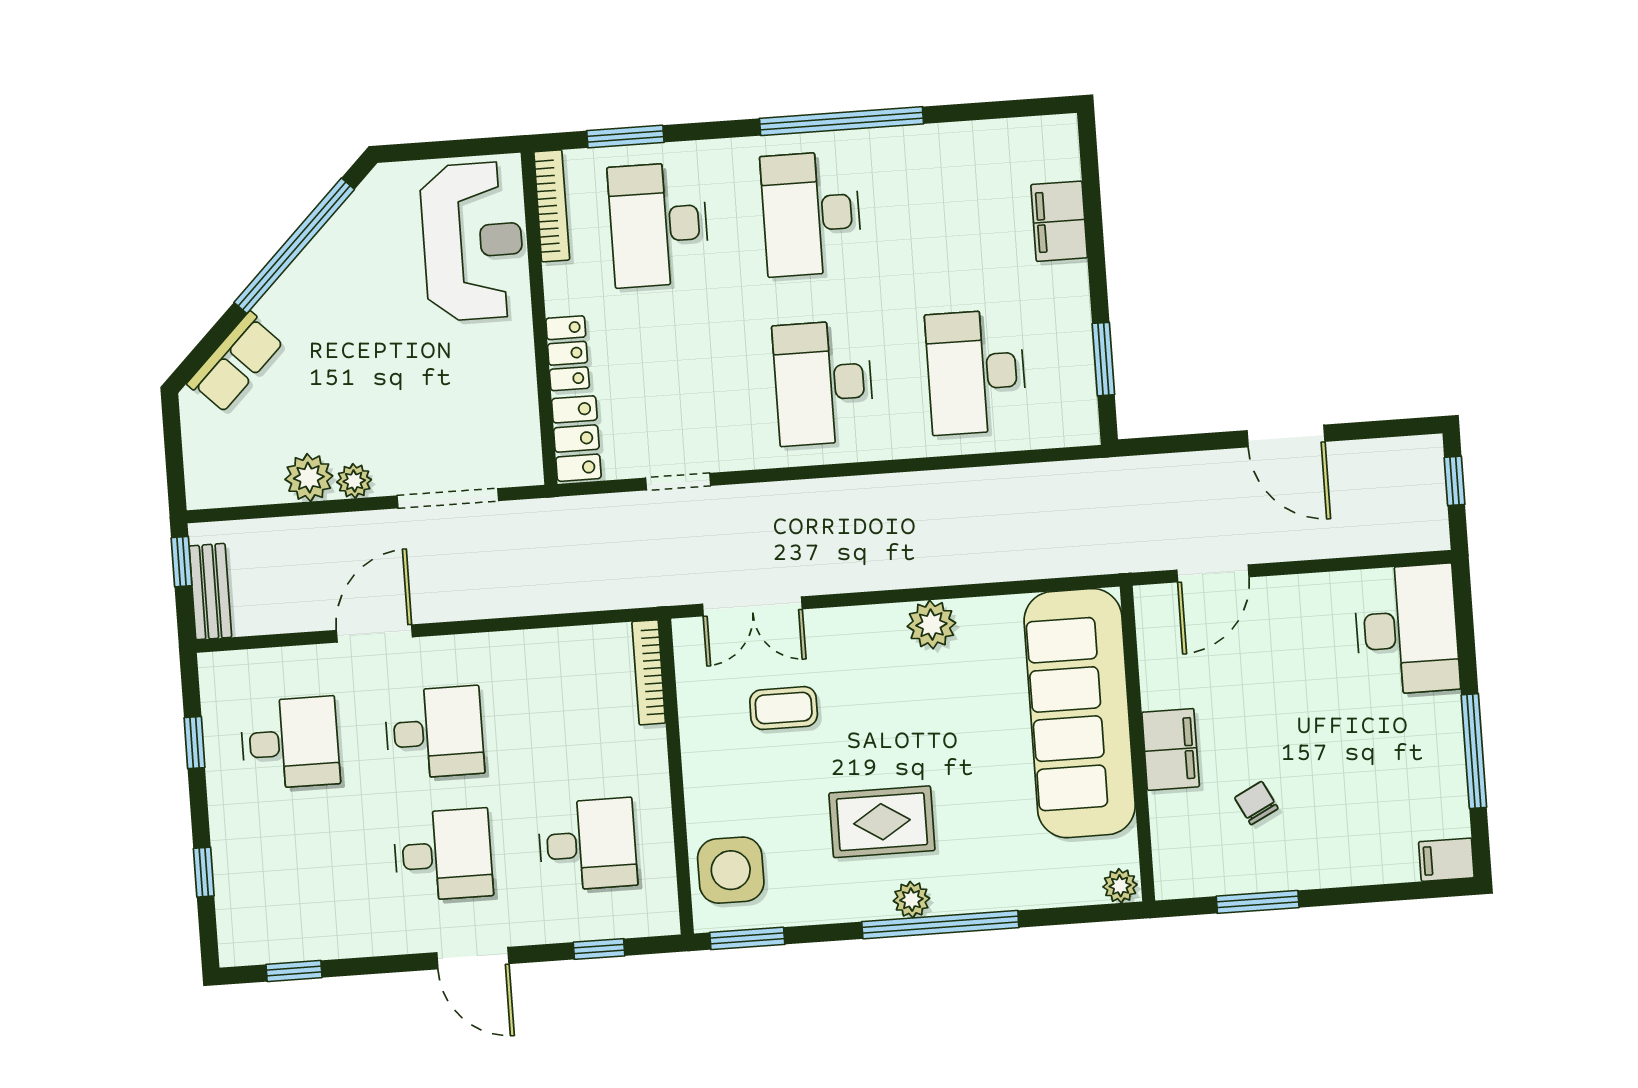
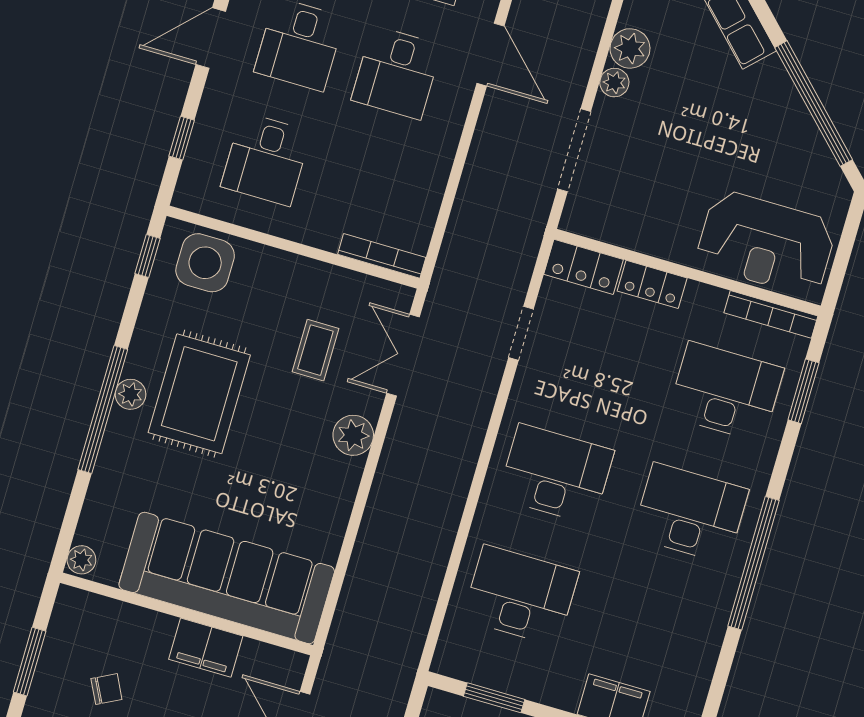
plant: (931, 625) -> (353, 435), moved
filing cabinet: (1171, 749) -> (206, 648), moved
rug: (882, 822) -> (199, 394), width x1.36, depth x1.43
window: (747, 938) -> (147, 256), width x0.67

